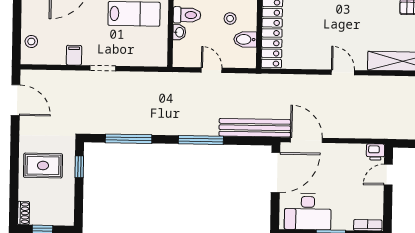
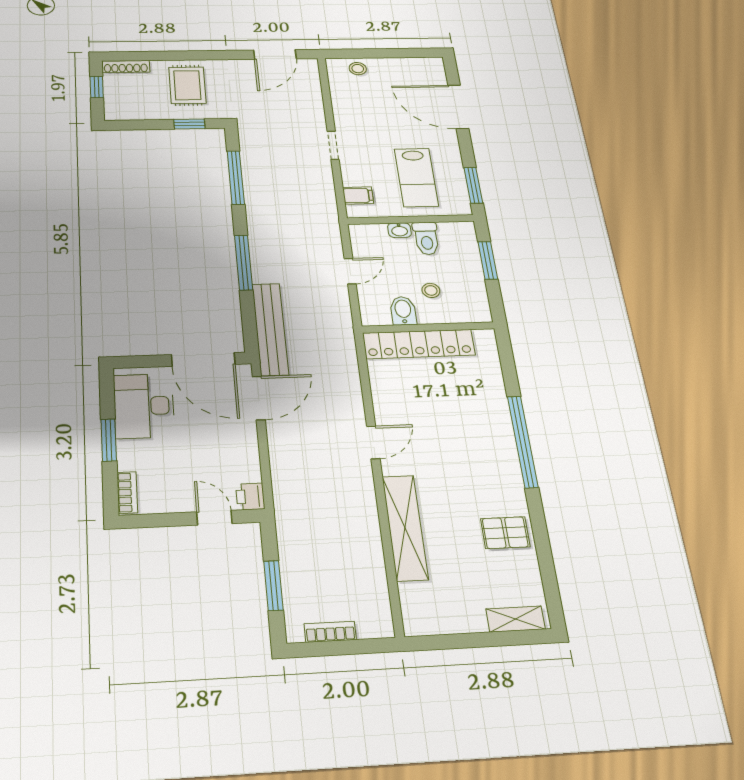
filing cabinet: (74, 55) -> (358, 195), moved
shoe rack: (24, 213) -> (126, 67), width x1.43

